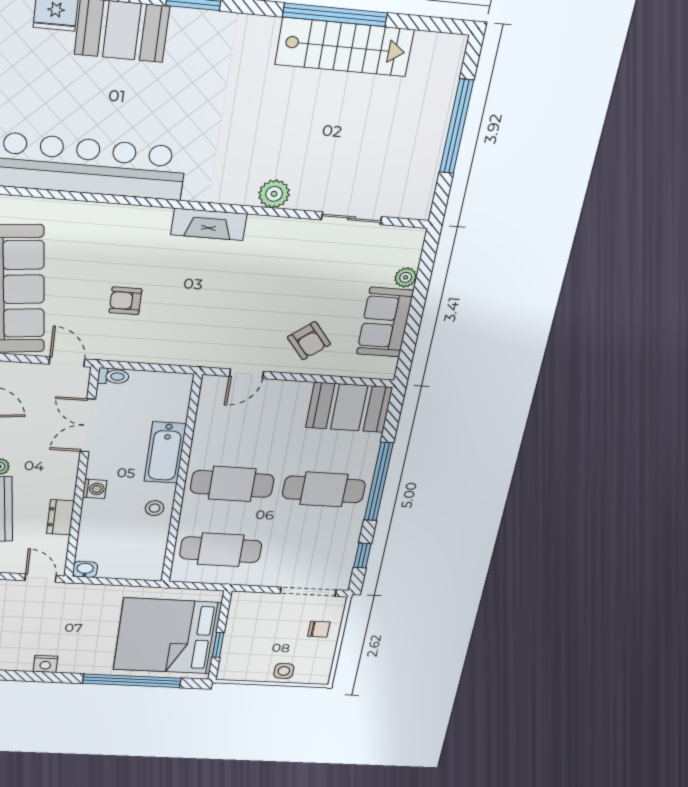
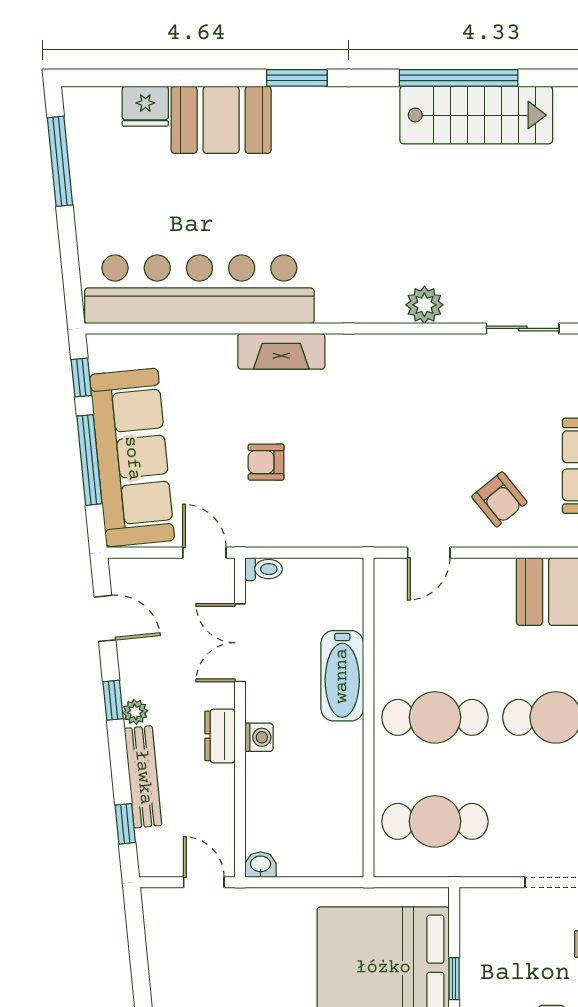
fireplace: (209, 224) -> (281, 351), moved
stool: (155, 508) -> (340, 762), removed
dresser: (60, 517) -> (220, 736), moved

